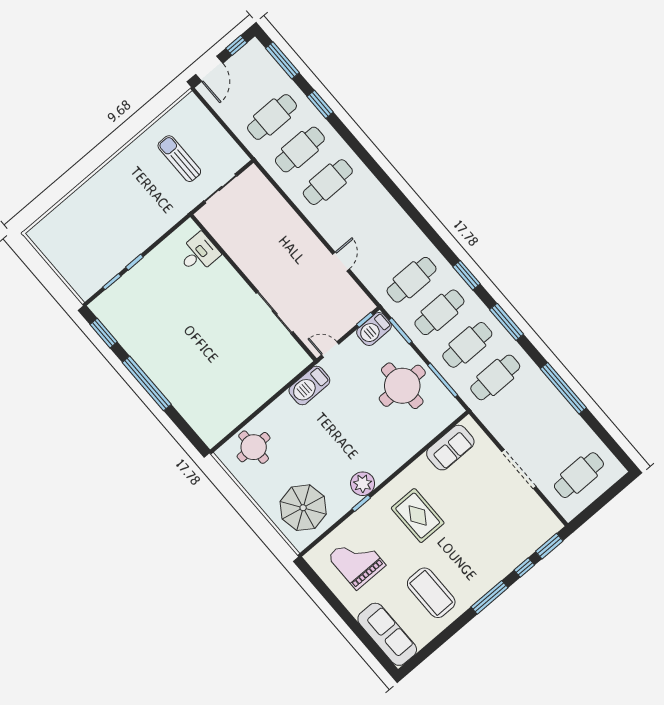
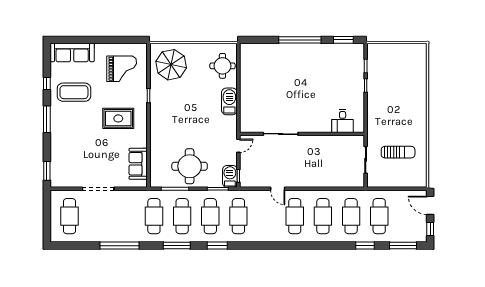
cafe table: (356, 215) -> (295, 216), added
barbecue: (309, 385) -> (229, 101), moved
plant: (363, 484) -> (158, 105), removed
window: (524, 567) -> (47, 84), moved

